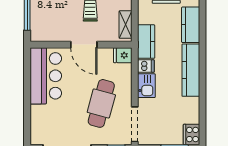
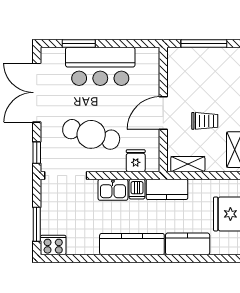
fridge: (123, 55) -> (136, 161), moved
bar counter: (46, 76) -> (100, 66), moved
window: (27, 114) -> (79, 44), added

